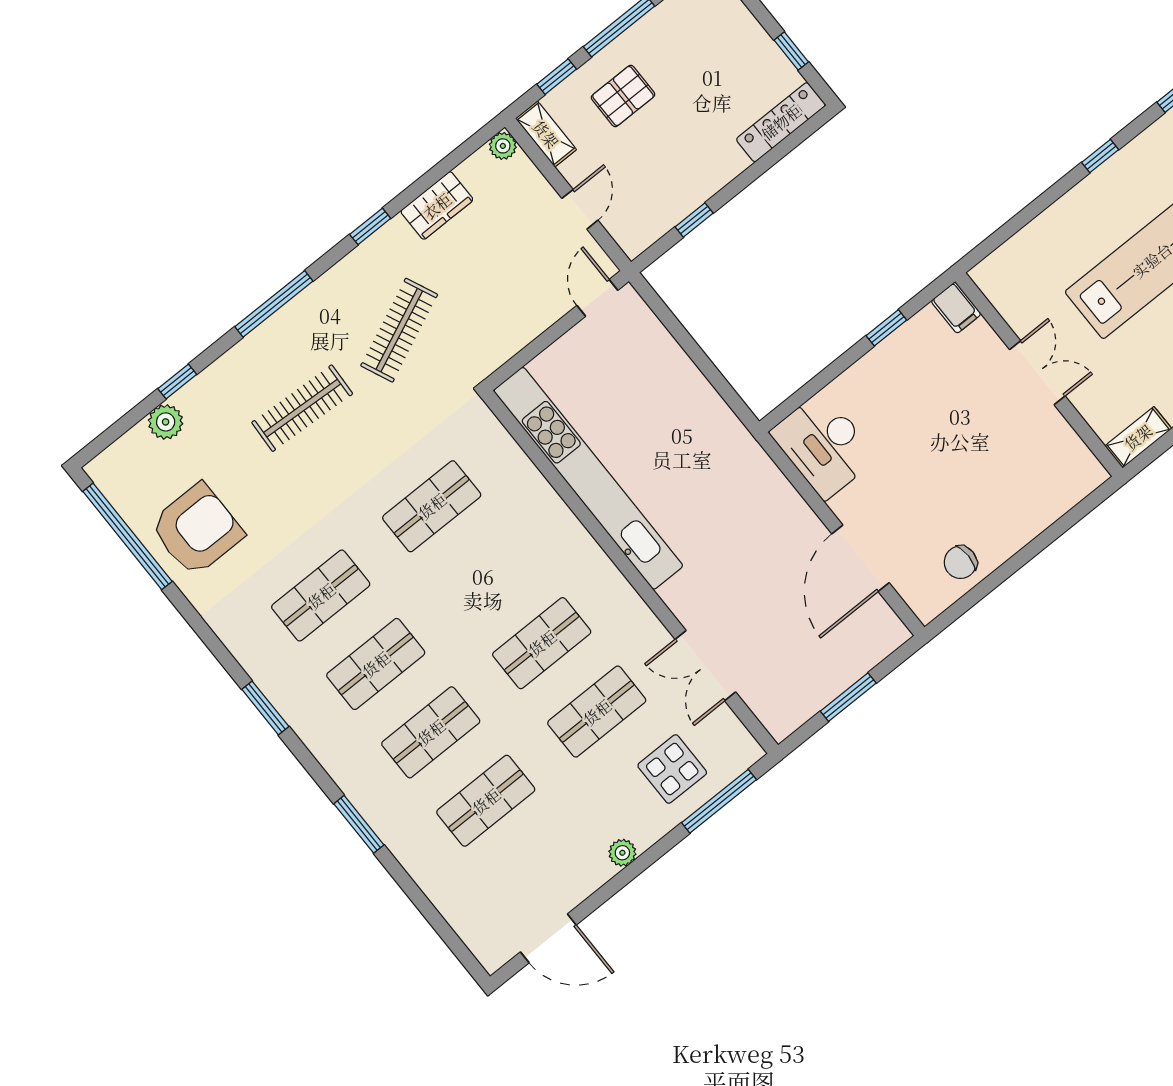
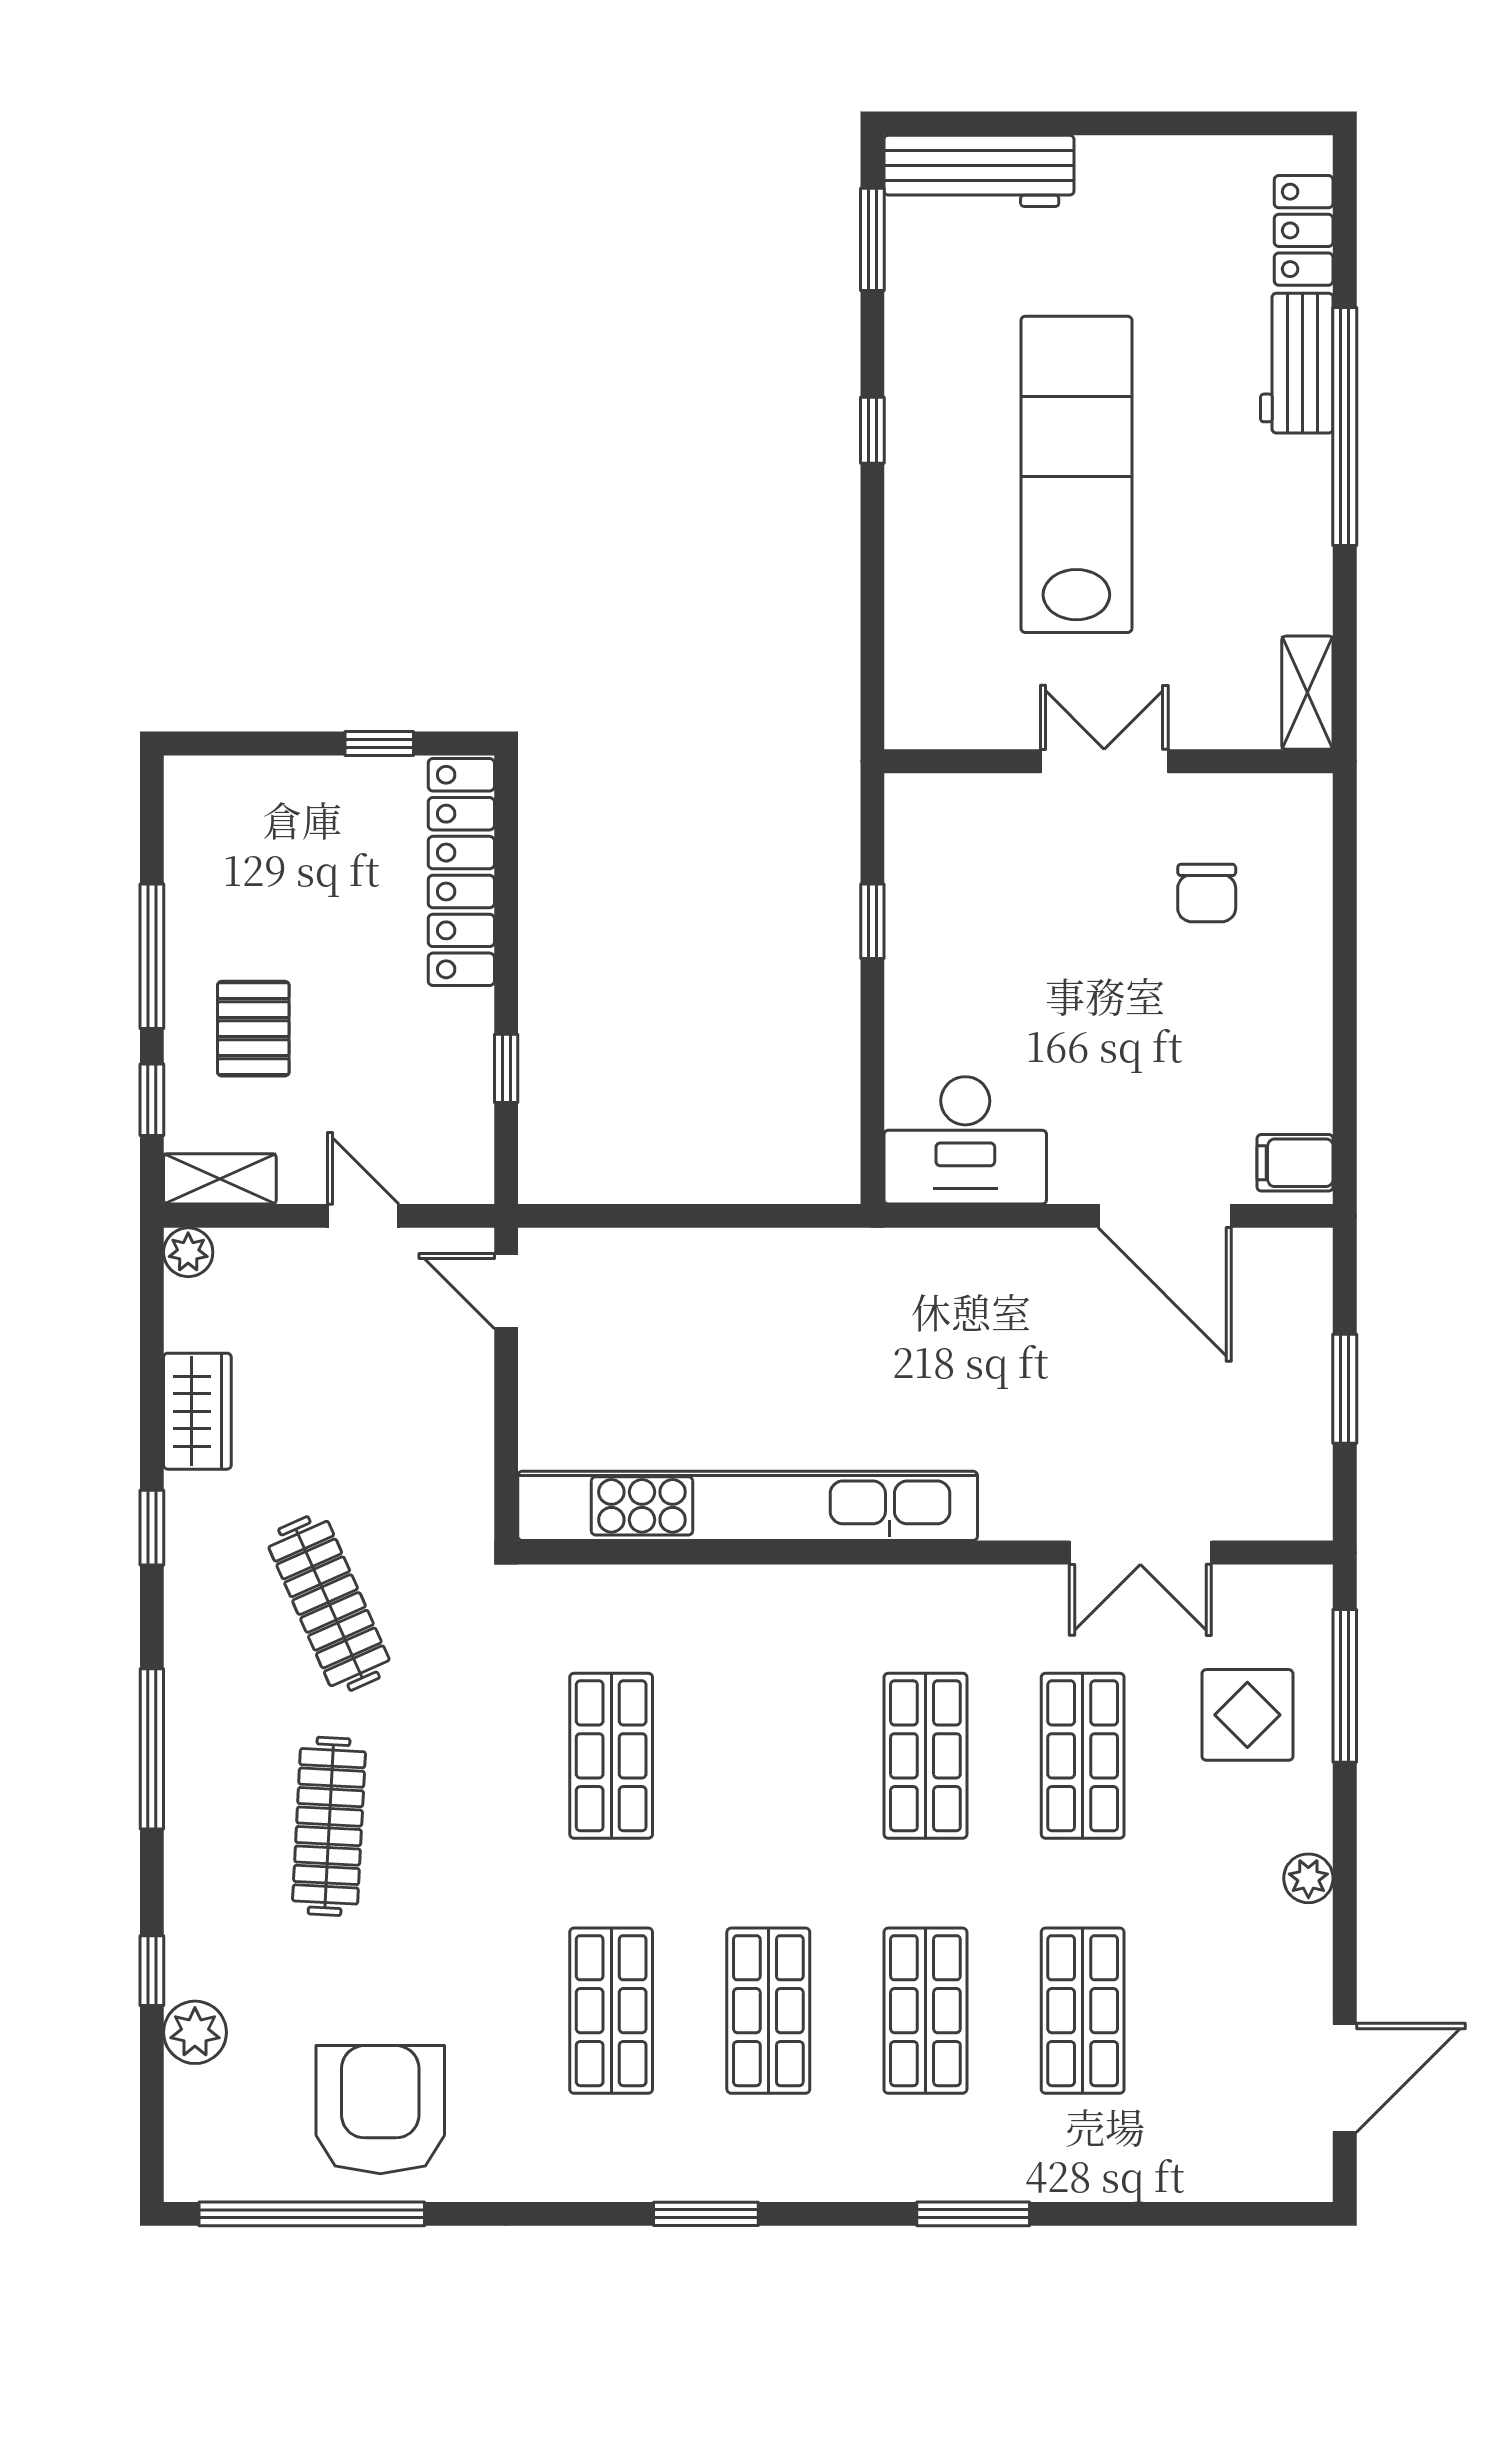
locker: (781, 122) -> (461, 872), width x1.41, depth x1.21
filing cabinet: (956, 308) -> (1295, 1163), moved, turned 180
chair: (960, 562) -> (1207, 893), moved

